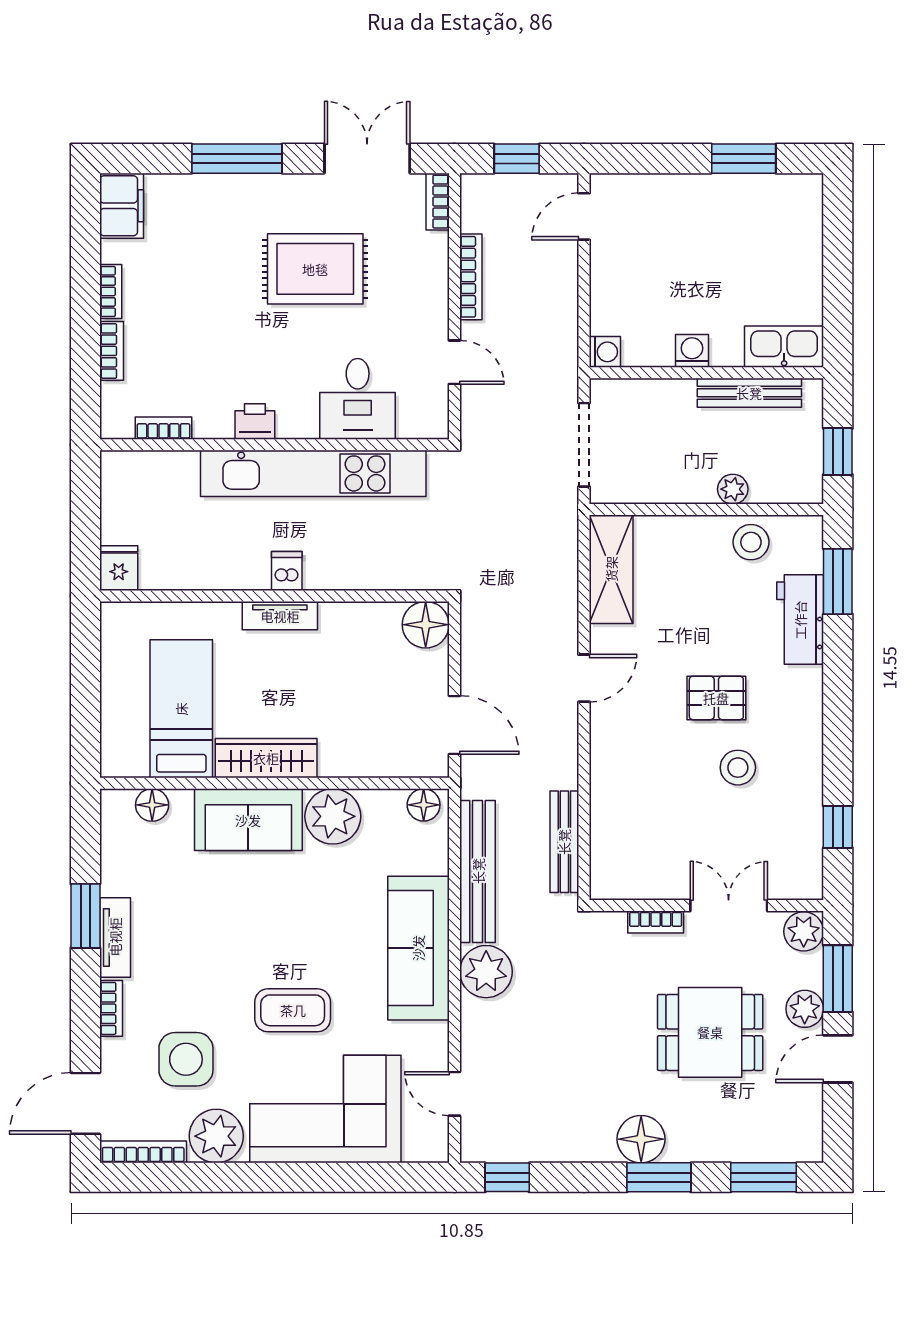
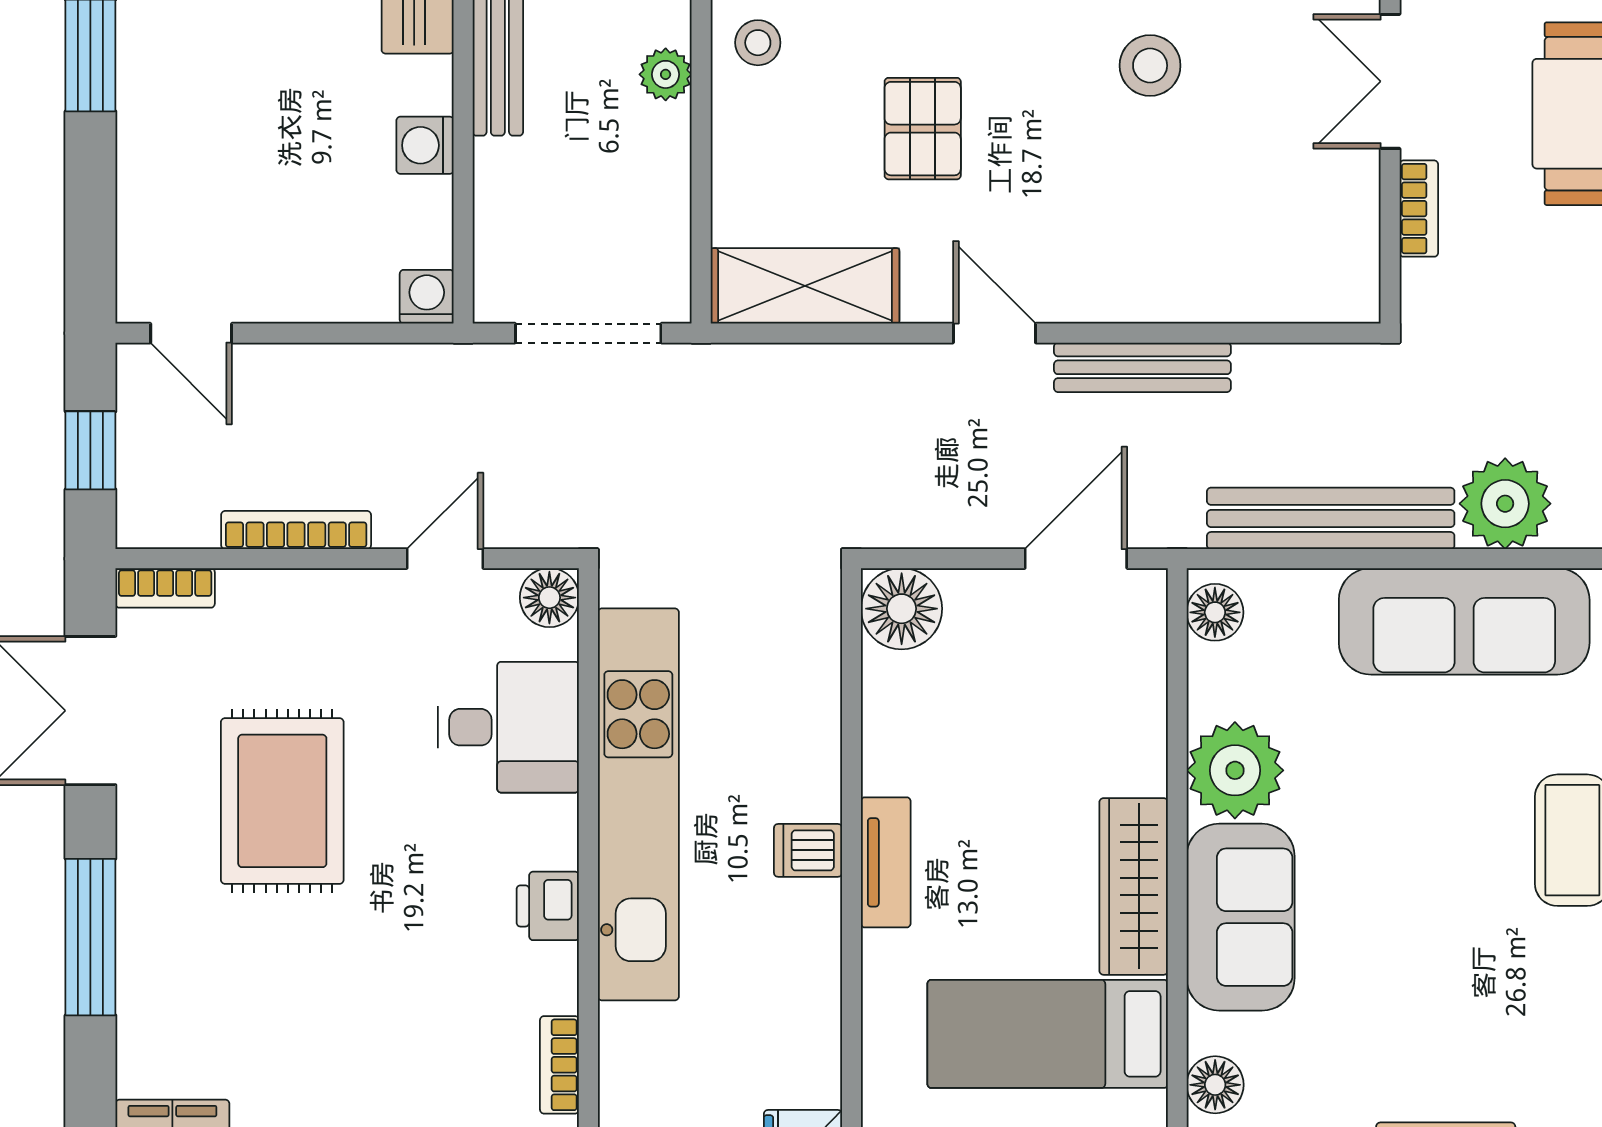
floor lamp: (432, 422) -> (549, 598), added
stool: (751, 542) -> (758, 43), width x0.73, depth x0.73
pallet: (716, 698) -> (923, 129), moved
bench: (564, 842) -> (1142, 367), moved

